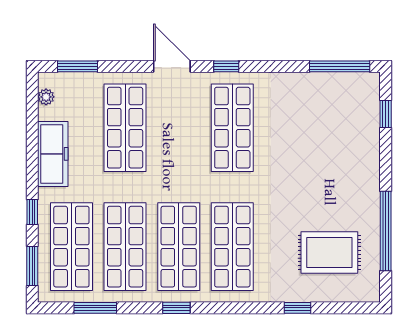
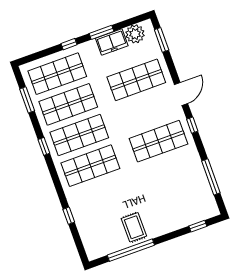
window: (340, 66) -> (211, 177), moved
plant: (46, 97) -> (135, 34), width x1.88, depth x1.88
freezer: (53, 154) -> (112, 42), width x0.71
rug: (329, 252) -> (134, 227), moved, width x0.73, depth x0.70
window: (32, 266) -> (102, 32), moved

